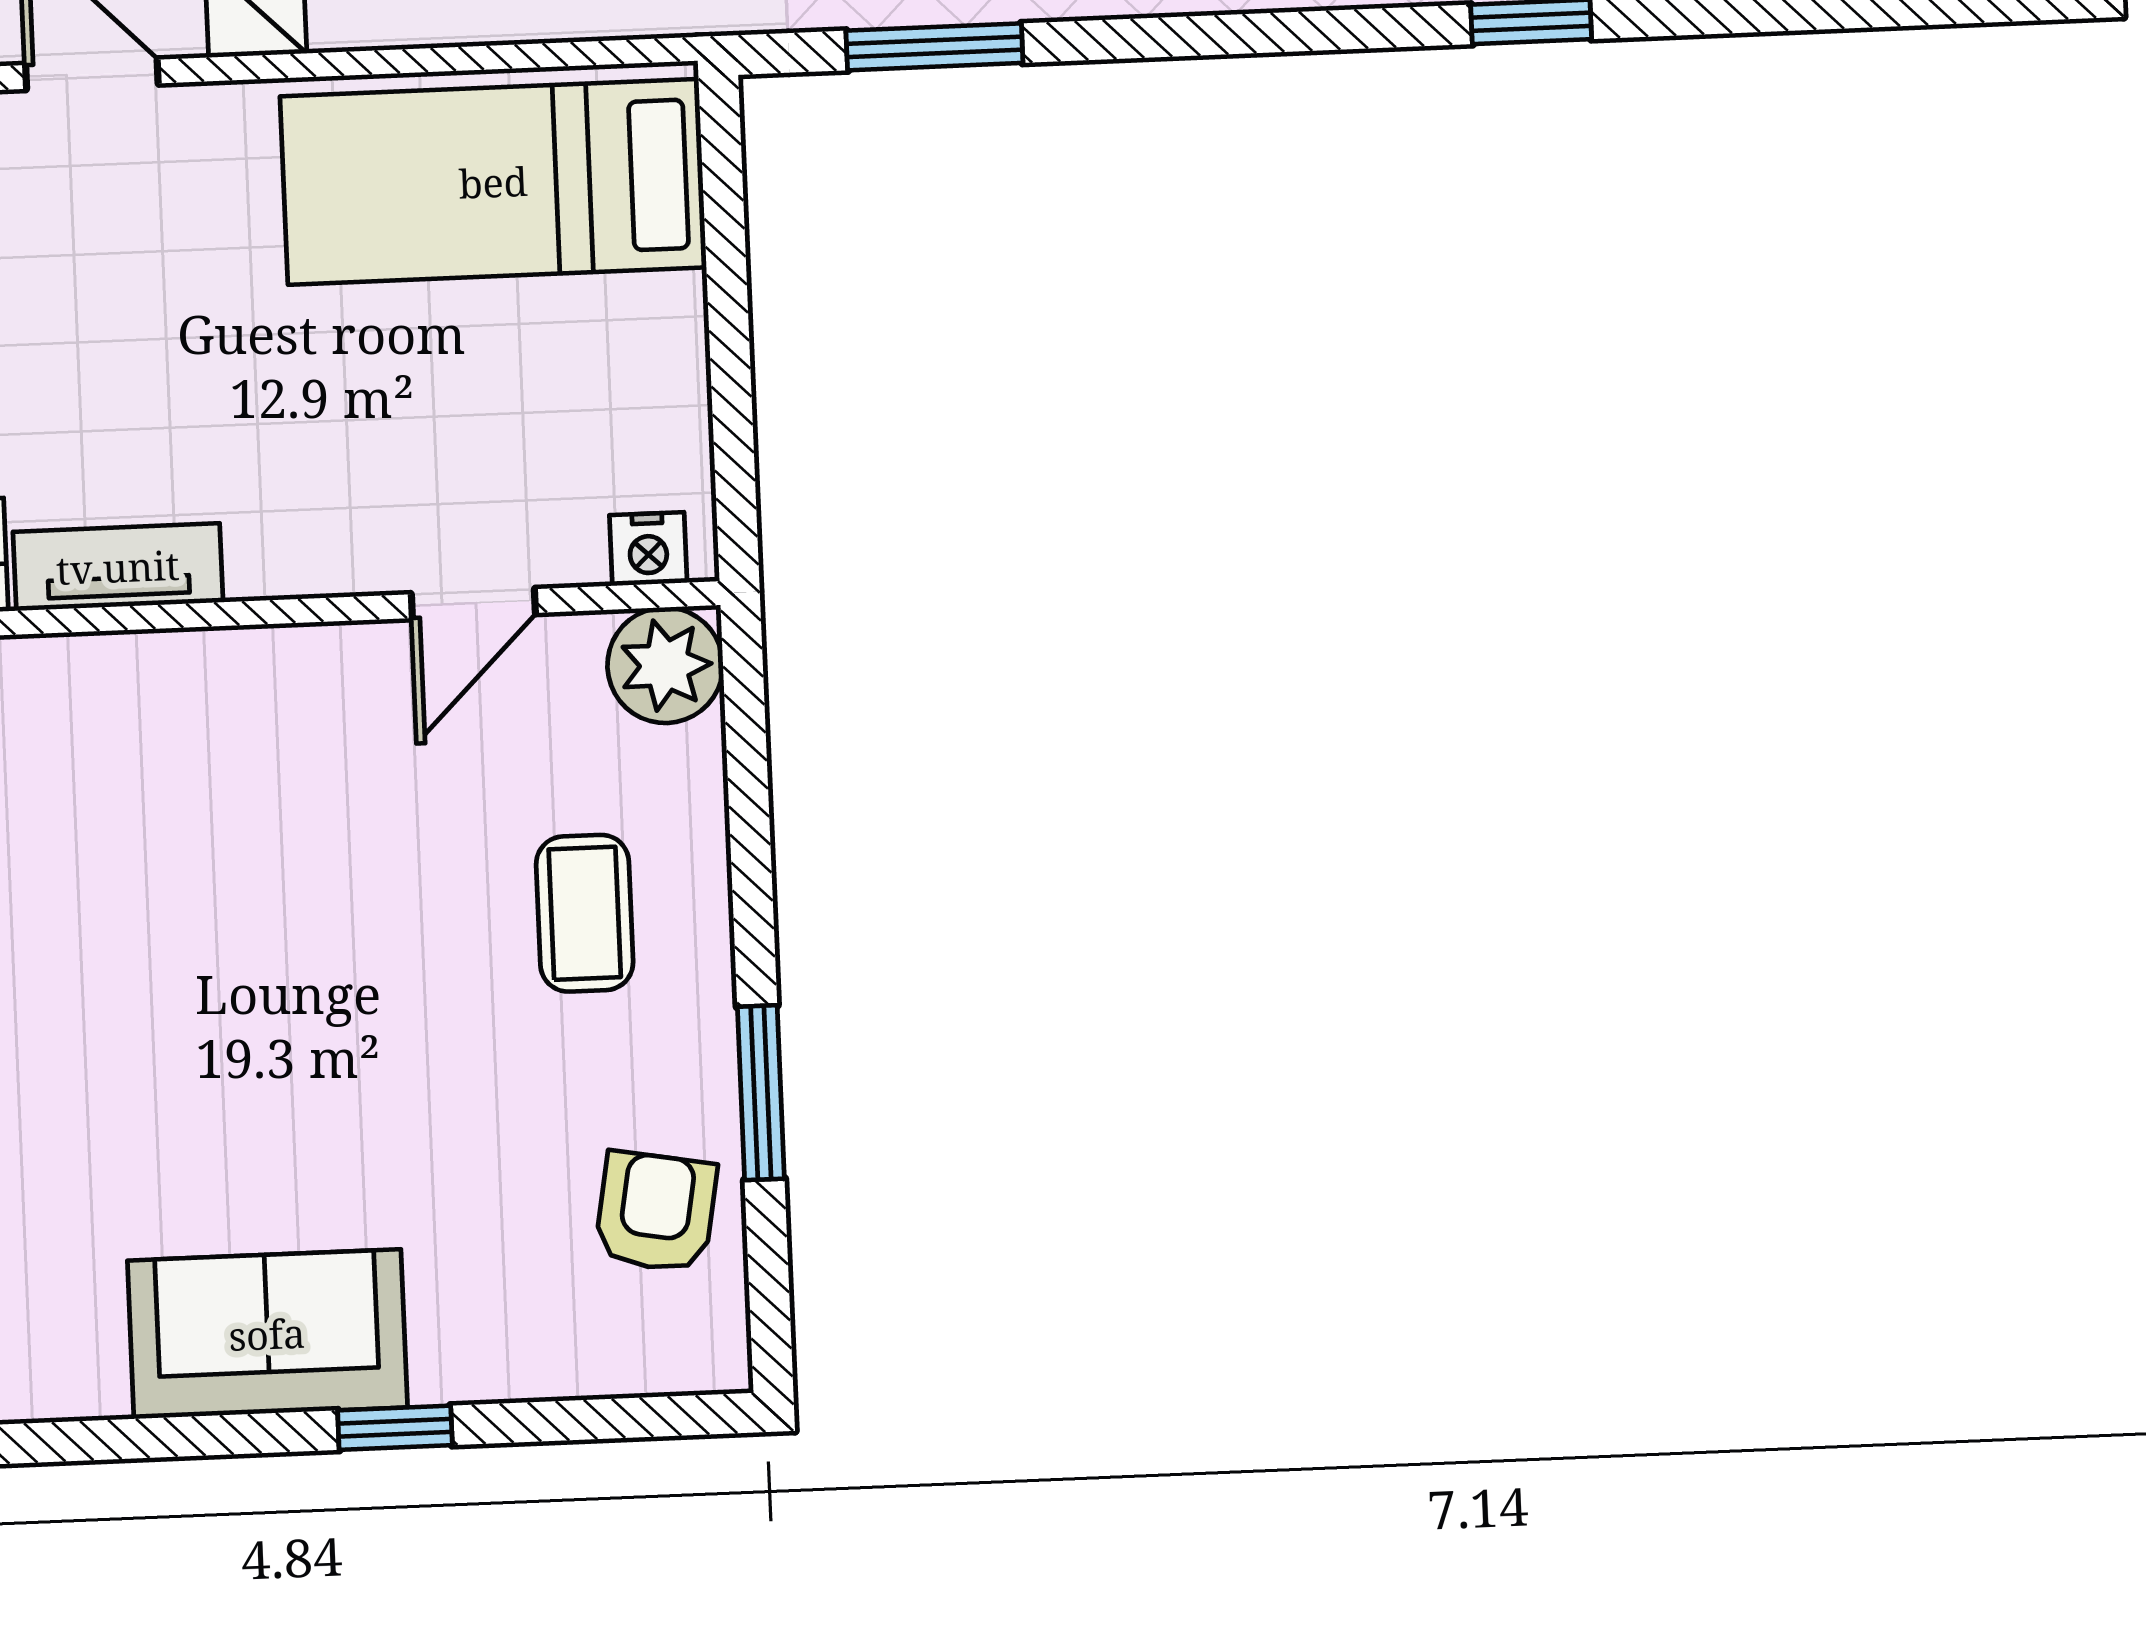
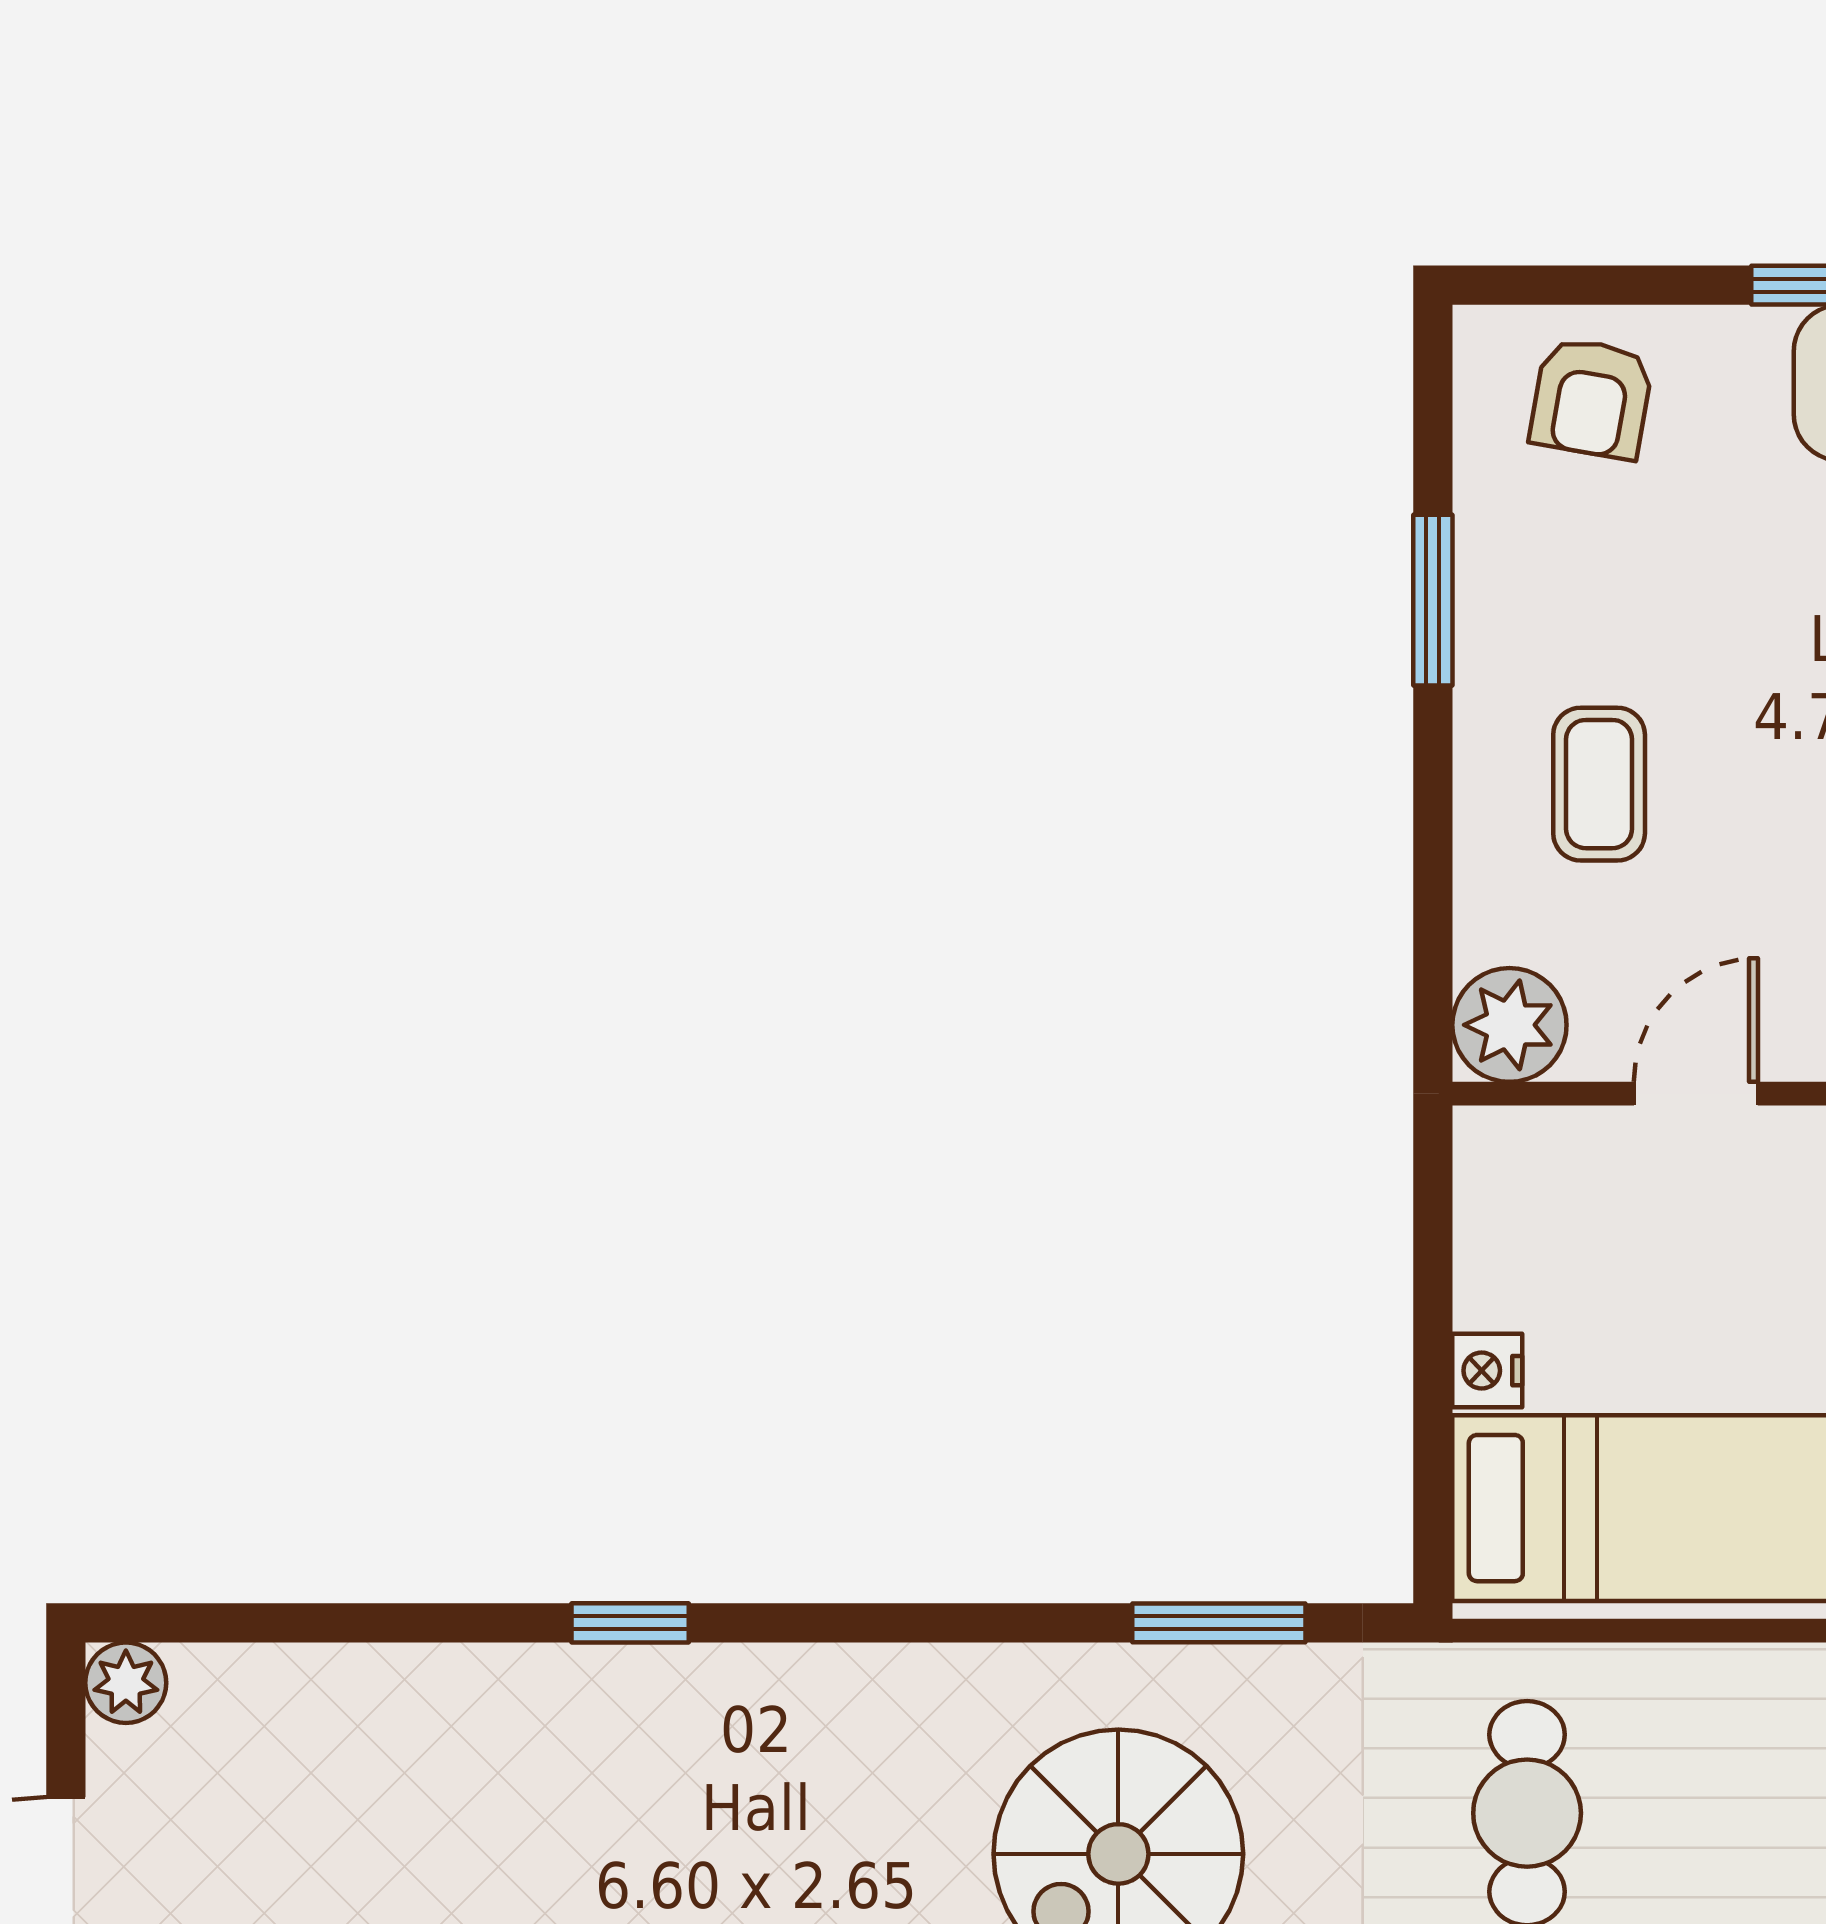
nightstand: (648, 549) -> (1487, 1371), moved, turned -90
armchair: (656, 1212) -> (1591, 398), moved

